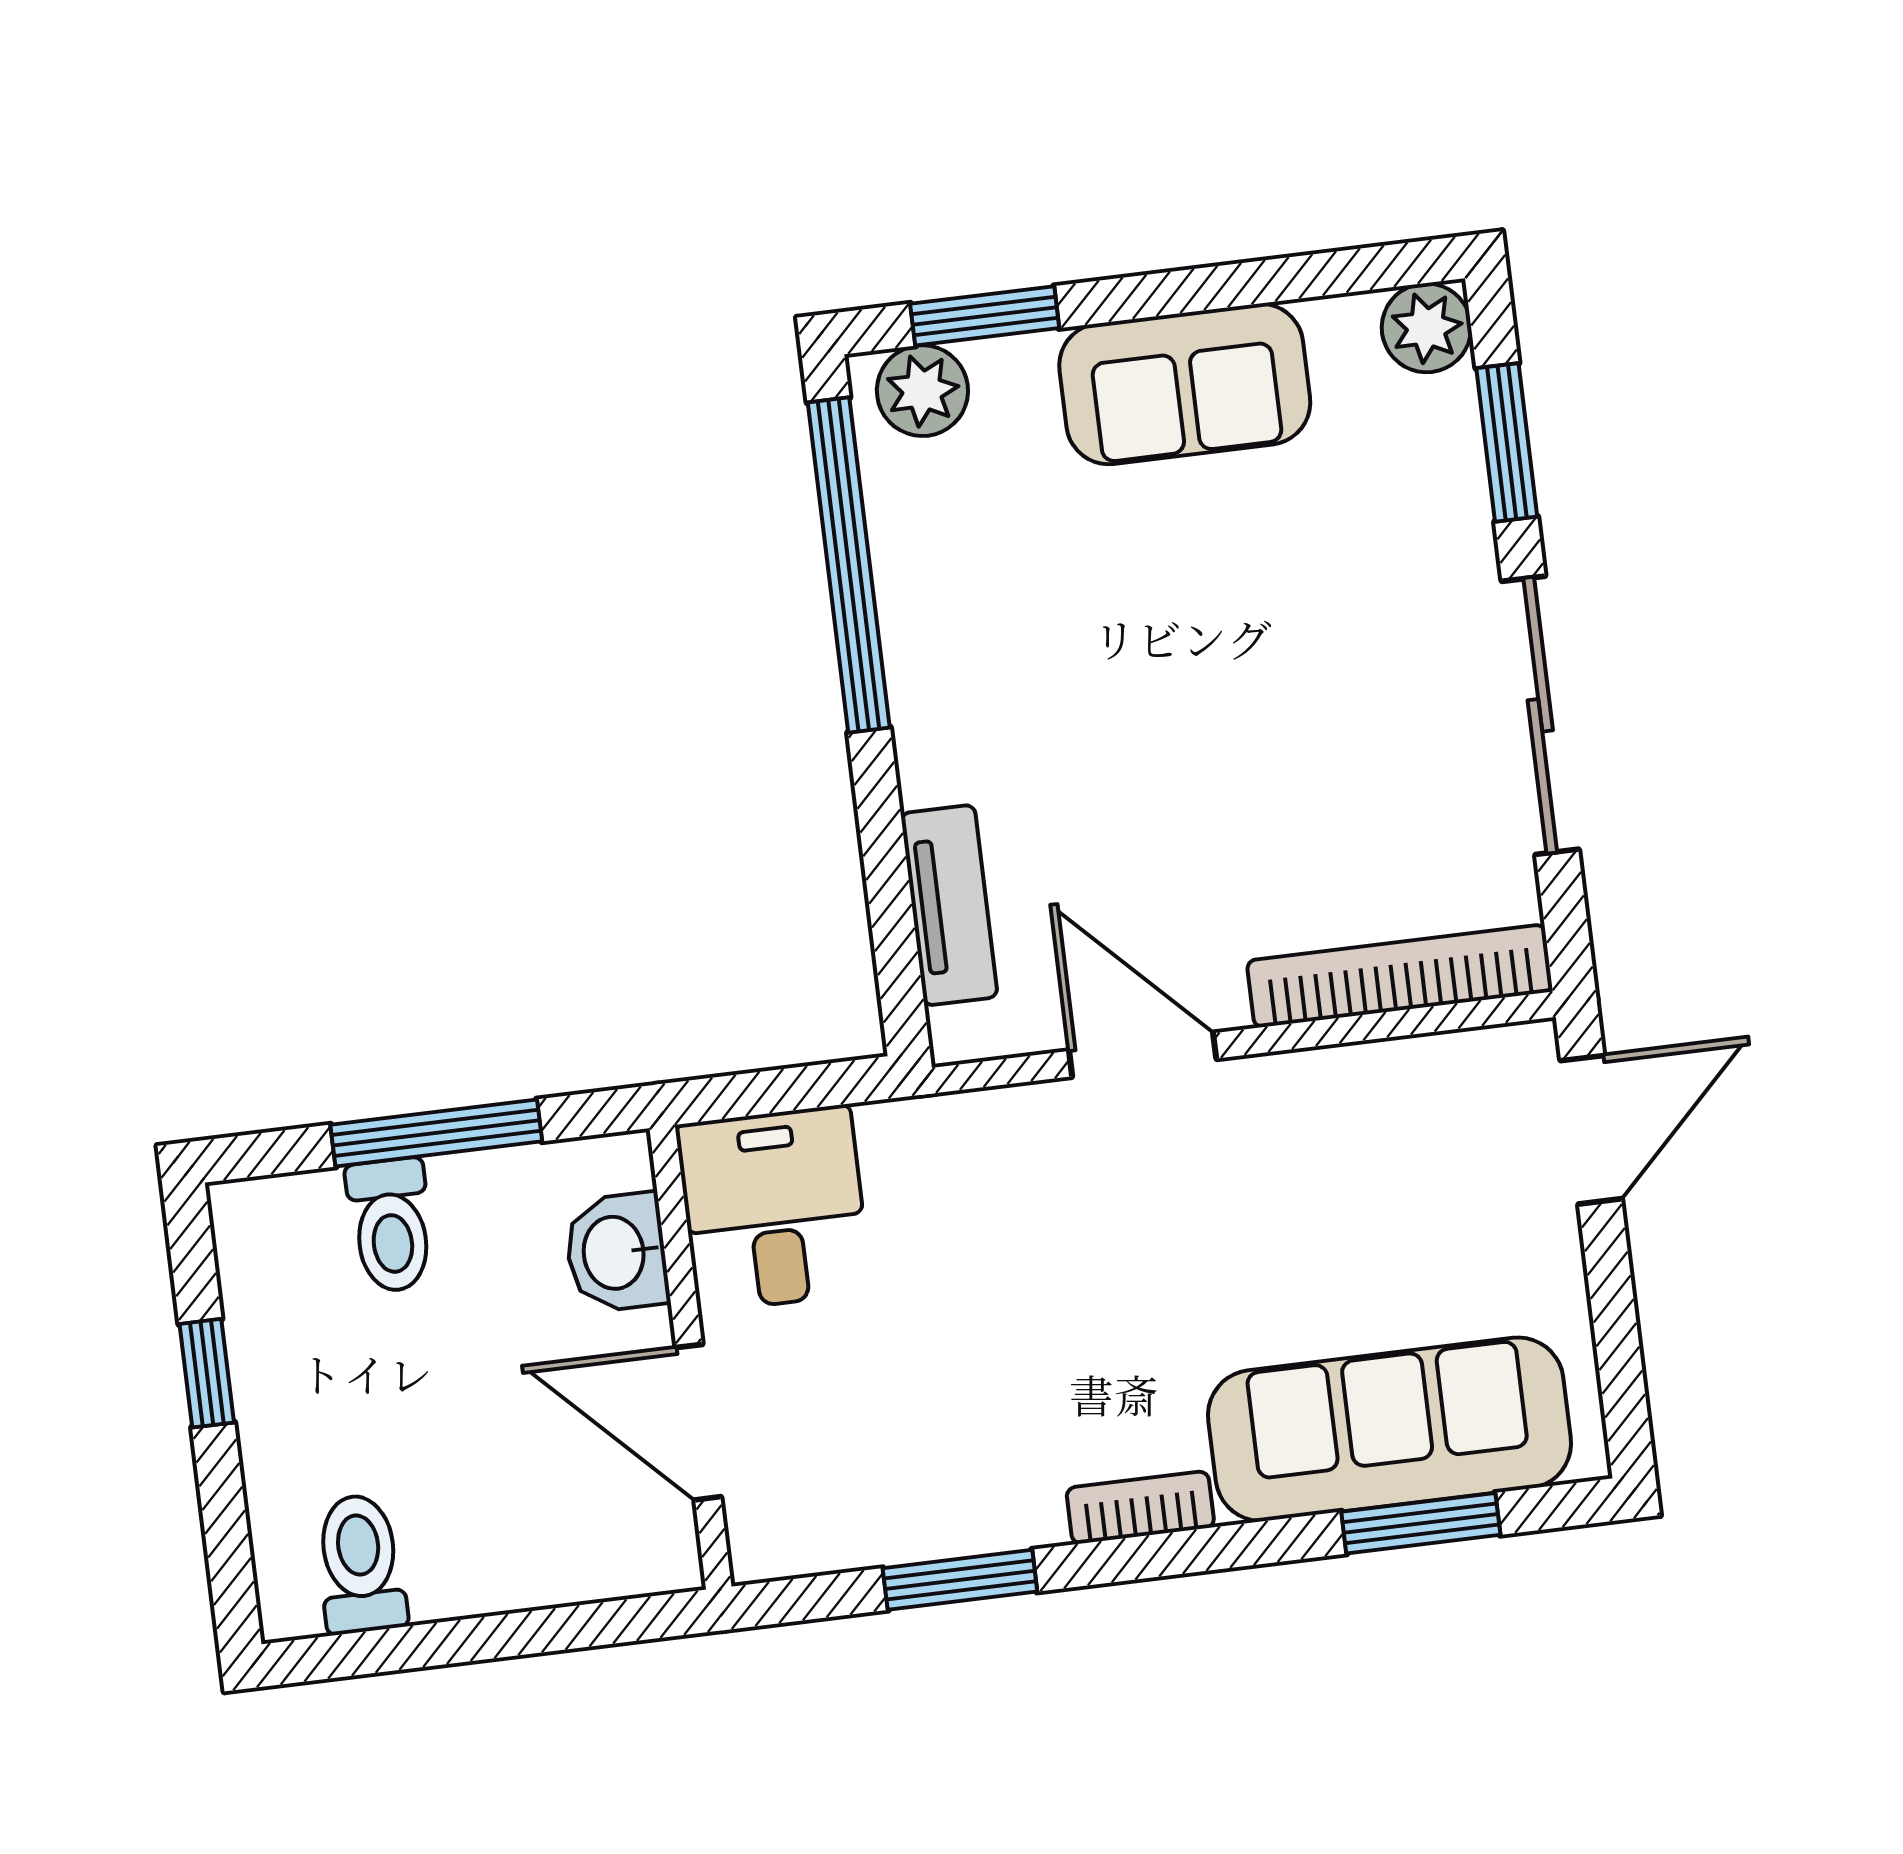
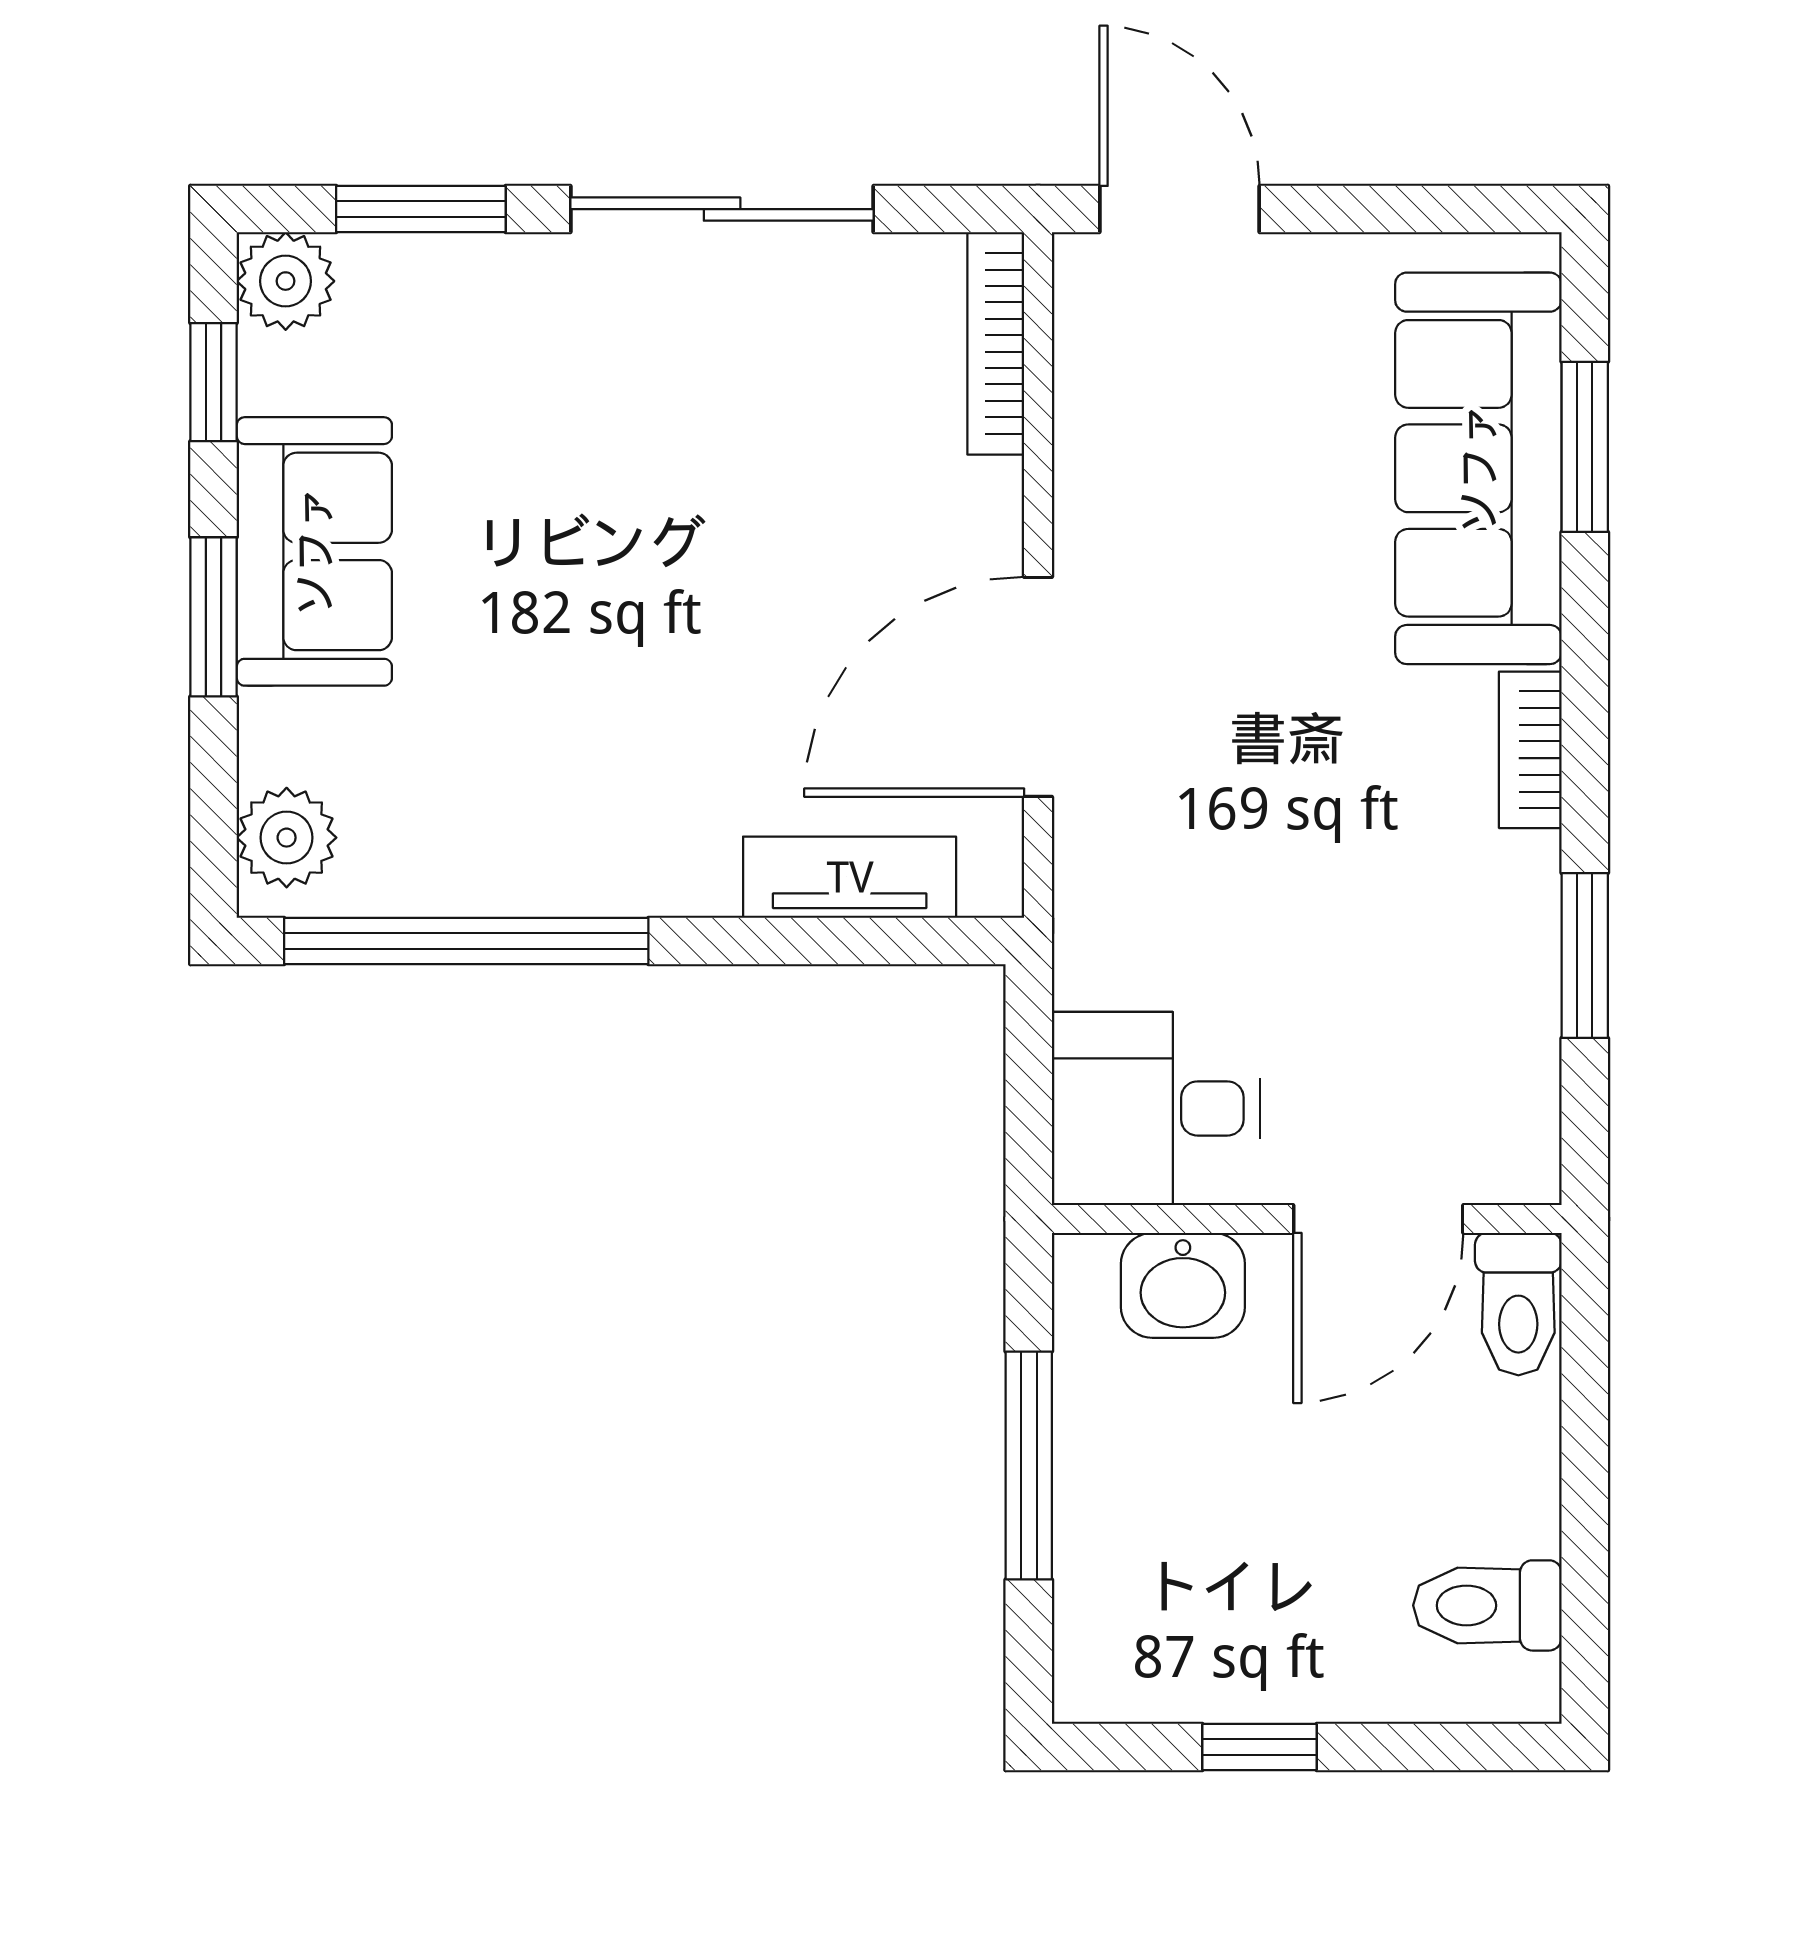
window: (1327, 274) -> (214, 382), added
window: (985, 316) -> (214, 617), moved
bookcase: (1400, 976) -> (996, 343), width x0.68, depth x0.76
door: (1143, 1055) -> (1038, 687), width x1.36
toilet: (391, 1225) -> (1518, 1304), moved, turned 90

